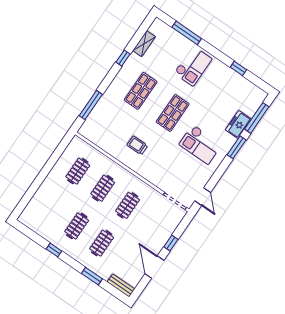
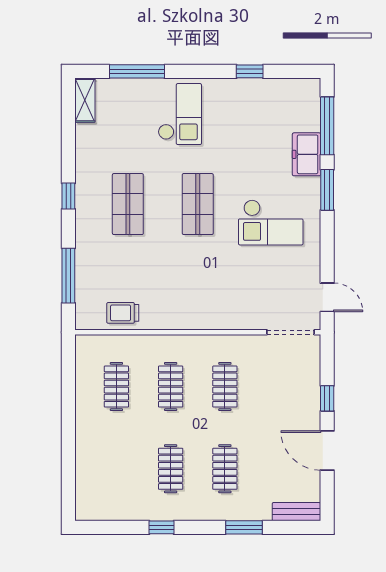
shelving: (144, 44) -> (85, 100), moved
window: (123, 58) -> (68, 196), moved
trolley: (137, 145) -> (123, 313), moved

